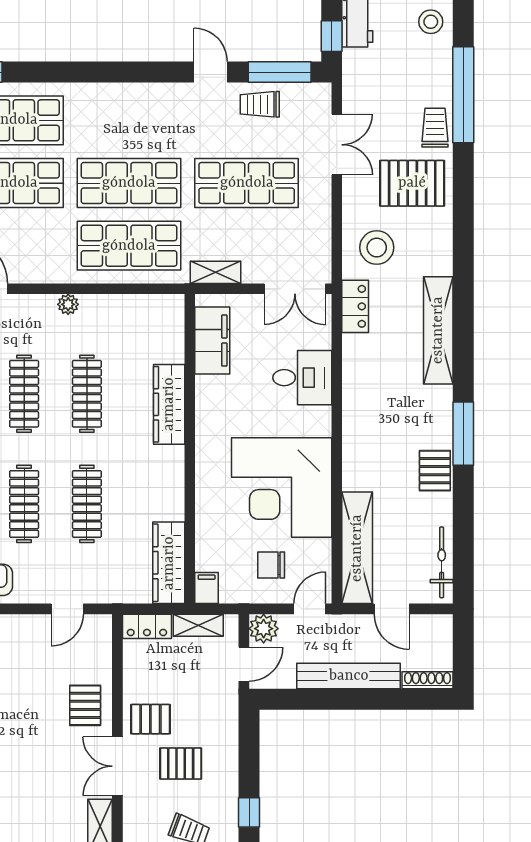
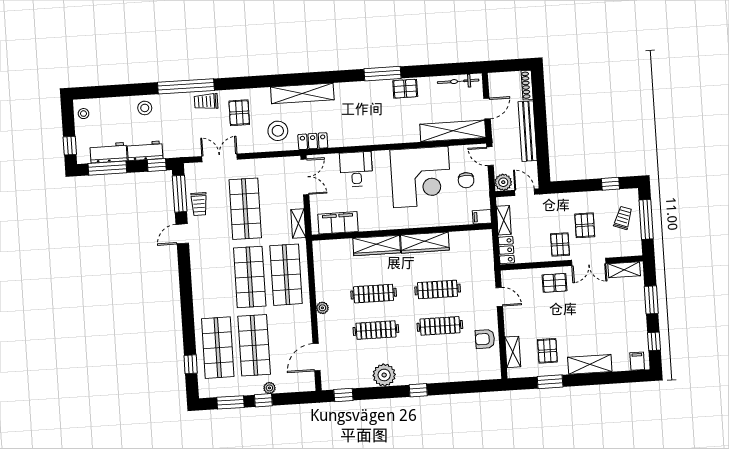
pallet: (412, 183) -> (239, 113), width x0.67, depth x0.71
shelving: (438, 330) -> (302, 93), moved
wardrobe: (169, 563) -> (425, 243), moved

